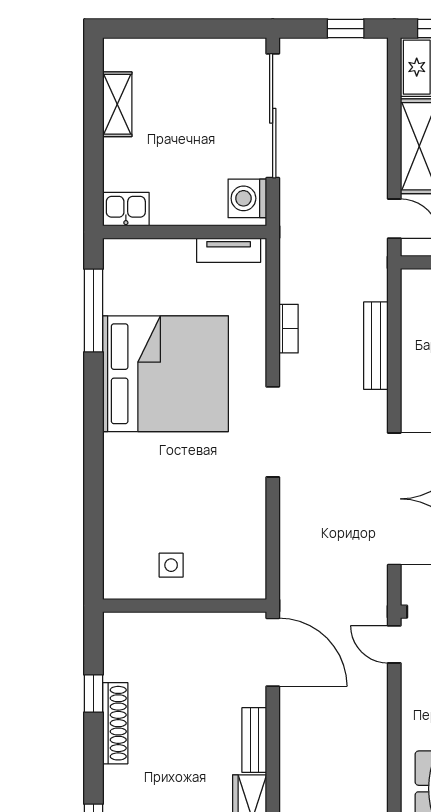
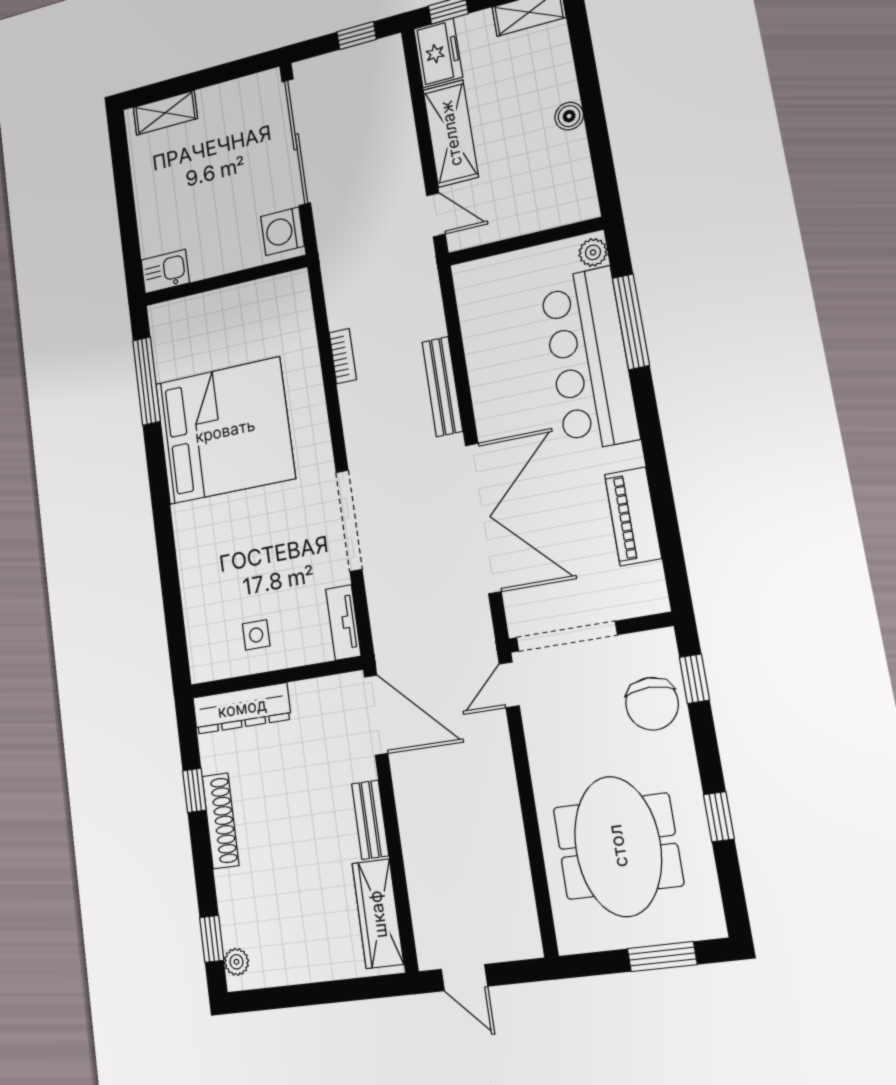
shelving: (117, 104) -> (165, 113), moved, turned 90
tv unit: (229, 250) -> (343, 622), moved, turned 90
bench: (376, 346) -> (442, 386), moved
doorway: (273, 432) -> (349, 521), moved
dresser: (149, 628) -> (242, 708), added
door: (394, 644) -> (509, 685), hinge flipped

